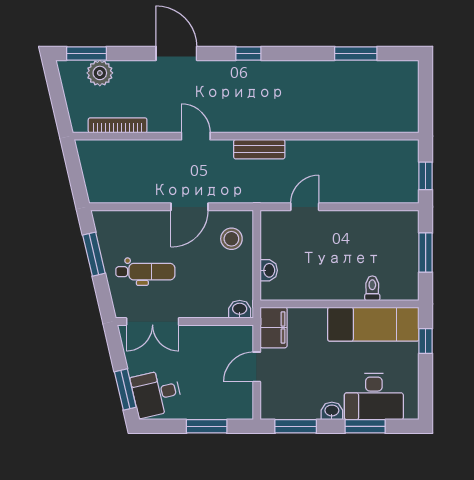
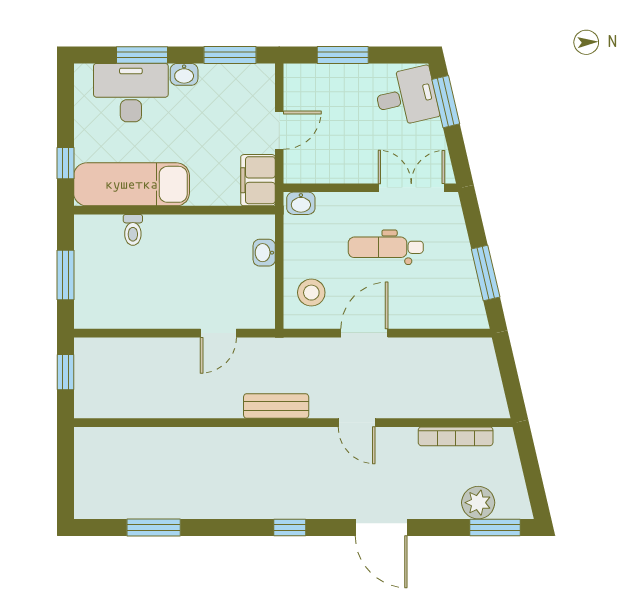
dental chair: (145, 272) -> (386, 247), moved

